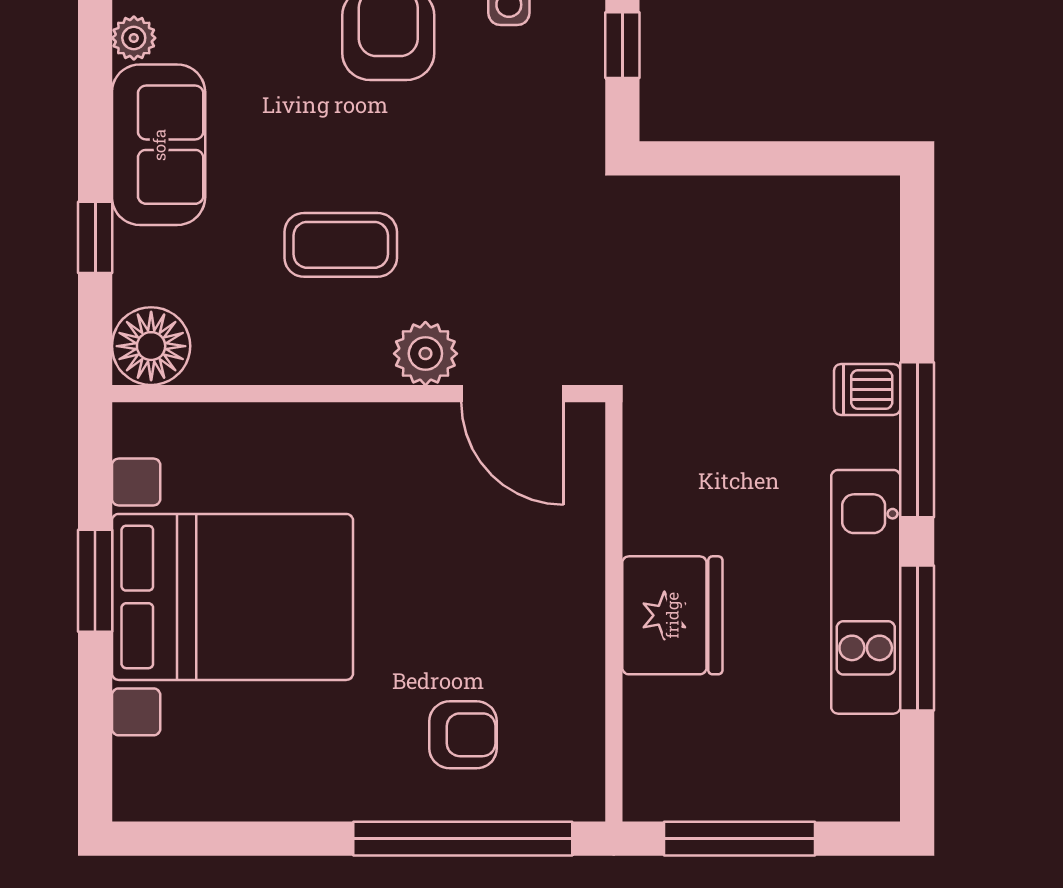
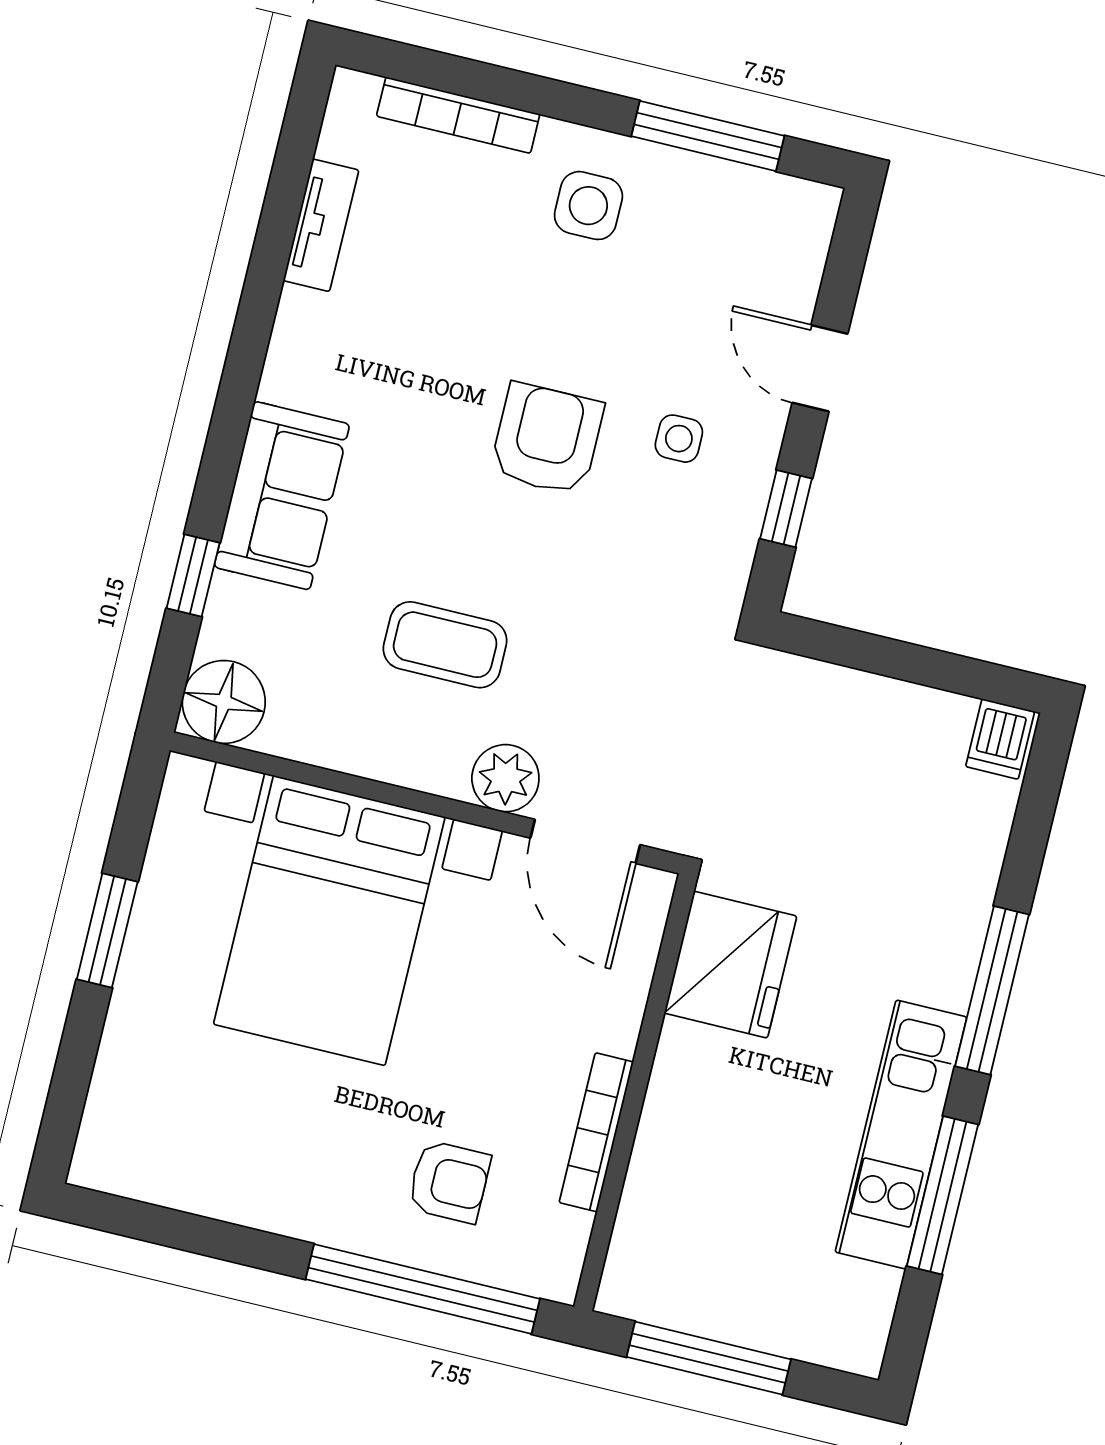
plant: (134, 38) -> (283, 379), removed
dishwasher: (867, 389) -> (1000, 739), moved, turned -90
bed with nightstands: (232, 597) -> (329, 921), moved, turned 90
fridge: (672, 615) -> (730, 965), moved
bookcase: (587, 657) -> (596, 1132), added

